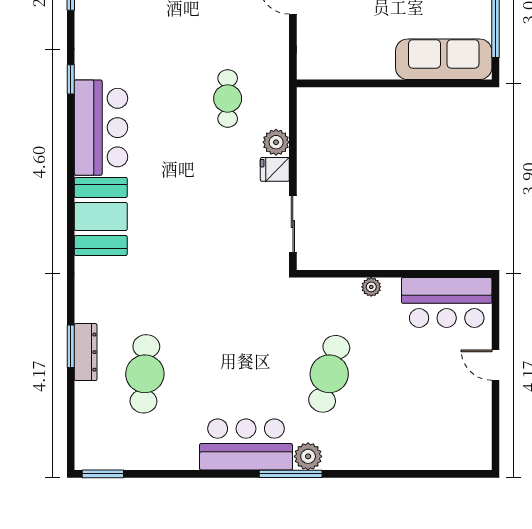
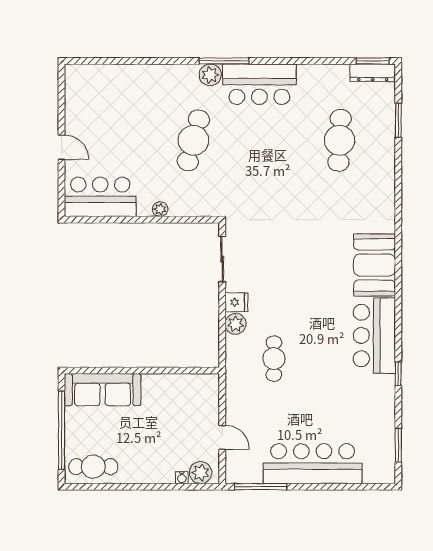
window: (71, 346) -> (398, 120), moved
dresser: (86, 352) -> (373, 73), moved, turned -90

